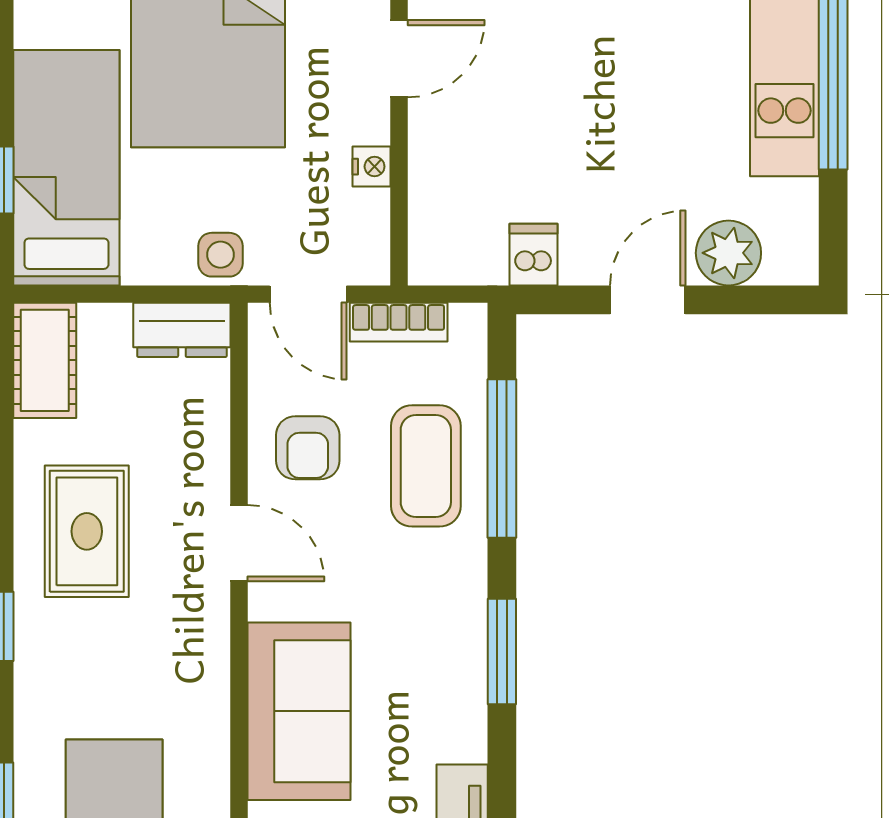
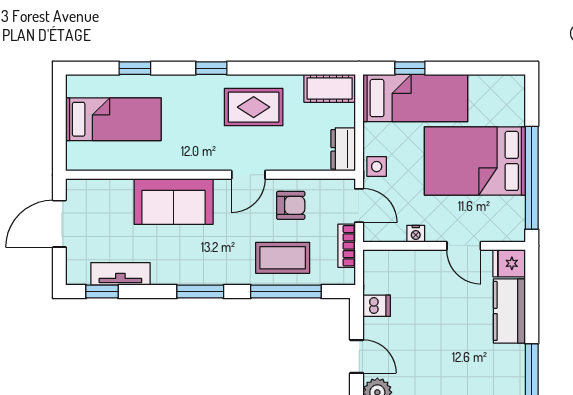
door: (308, 294) -> (359, 205), swing flipped
armchair: (308, 448) -> (291, 205), turned 180

